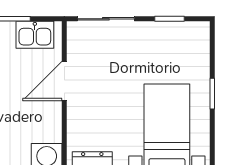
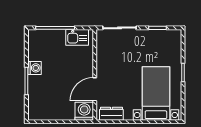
door: (64, 81) -> (95, 89), moved

